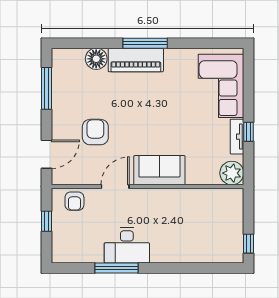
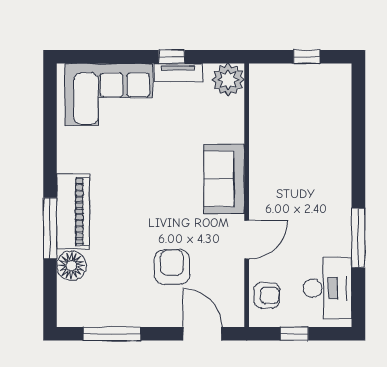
window: (145, 43) -> (50, 228), moved
armchair: (95, 132) -> (172, 267), turned 90
door: (115, 187) -> (247, 240), swing flipped
window: (249, 244) -> (307, 57), moved
desk: (127, 245) -> (327, 288), moved

